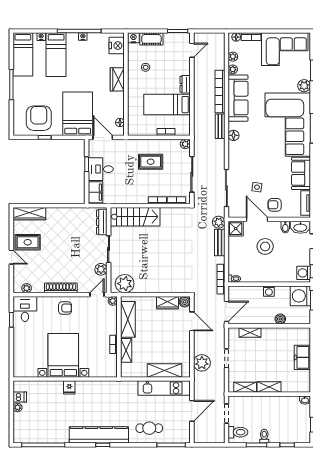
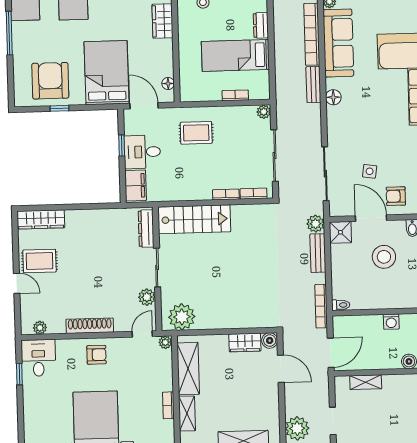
rug: (151, 162) -> (196, 133), moved

